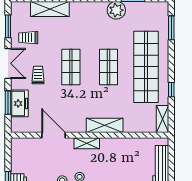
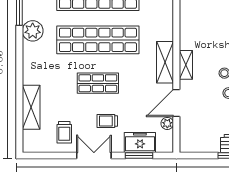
window: (8, 26) -> (51, 155), removed
shop shelf: (108, 67) -> (98, 40), width x2.00, depth x1.36
shelving: (105, 125) -> (165, 62), moved
plant: (36, 127) -> (167, 123), added

